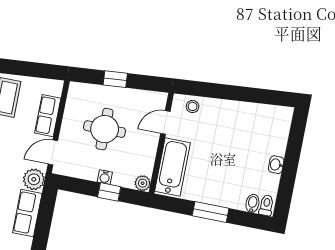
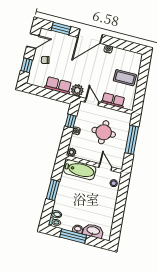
window: (115, 79) -> (132, 140), width x2.17
washbasin: (278, 137) -> (93, 231), added
window: (289, 172) -> (73, 236), added
window: (109, 192) -> (71, 121), moved

